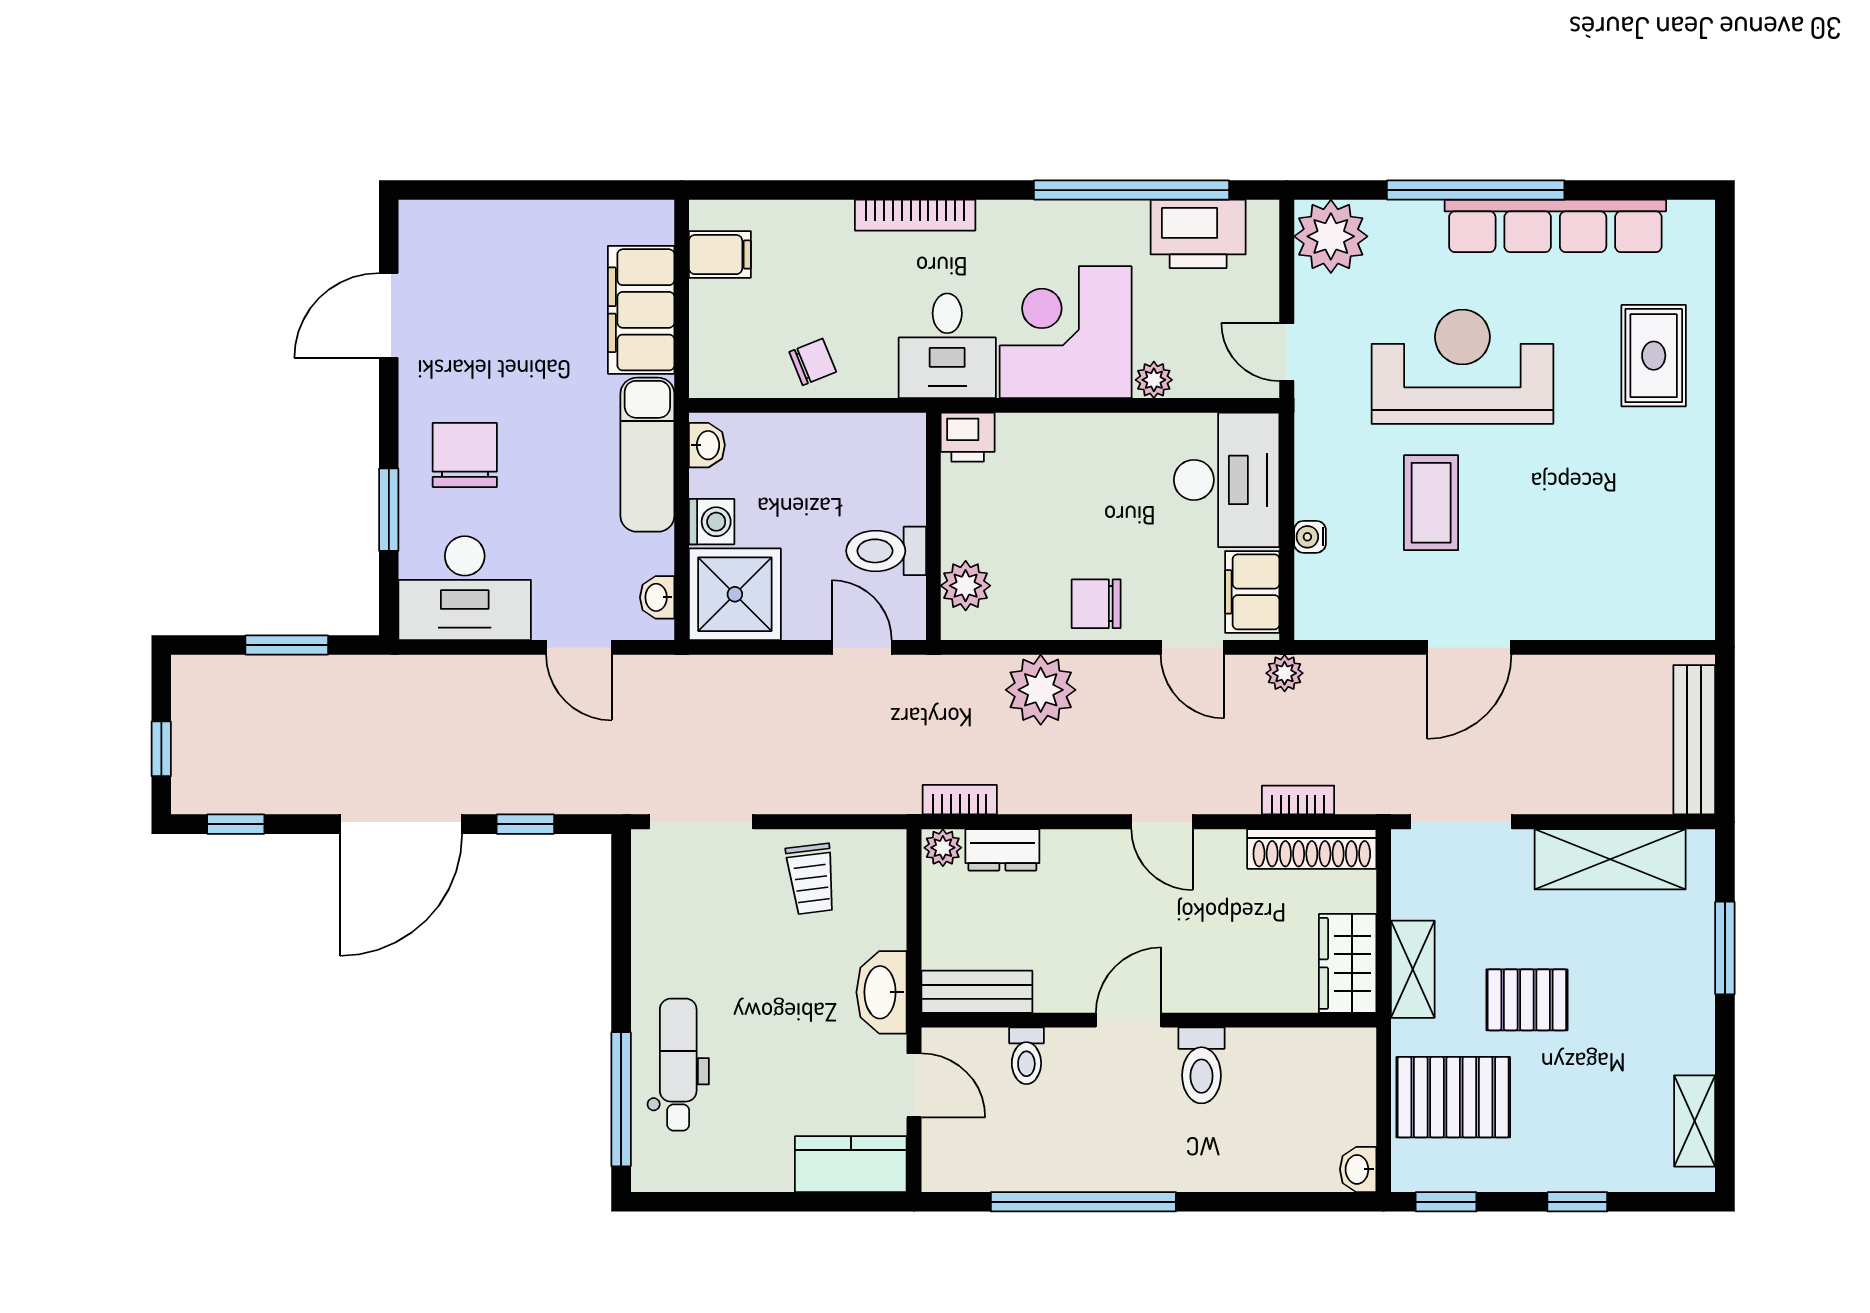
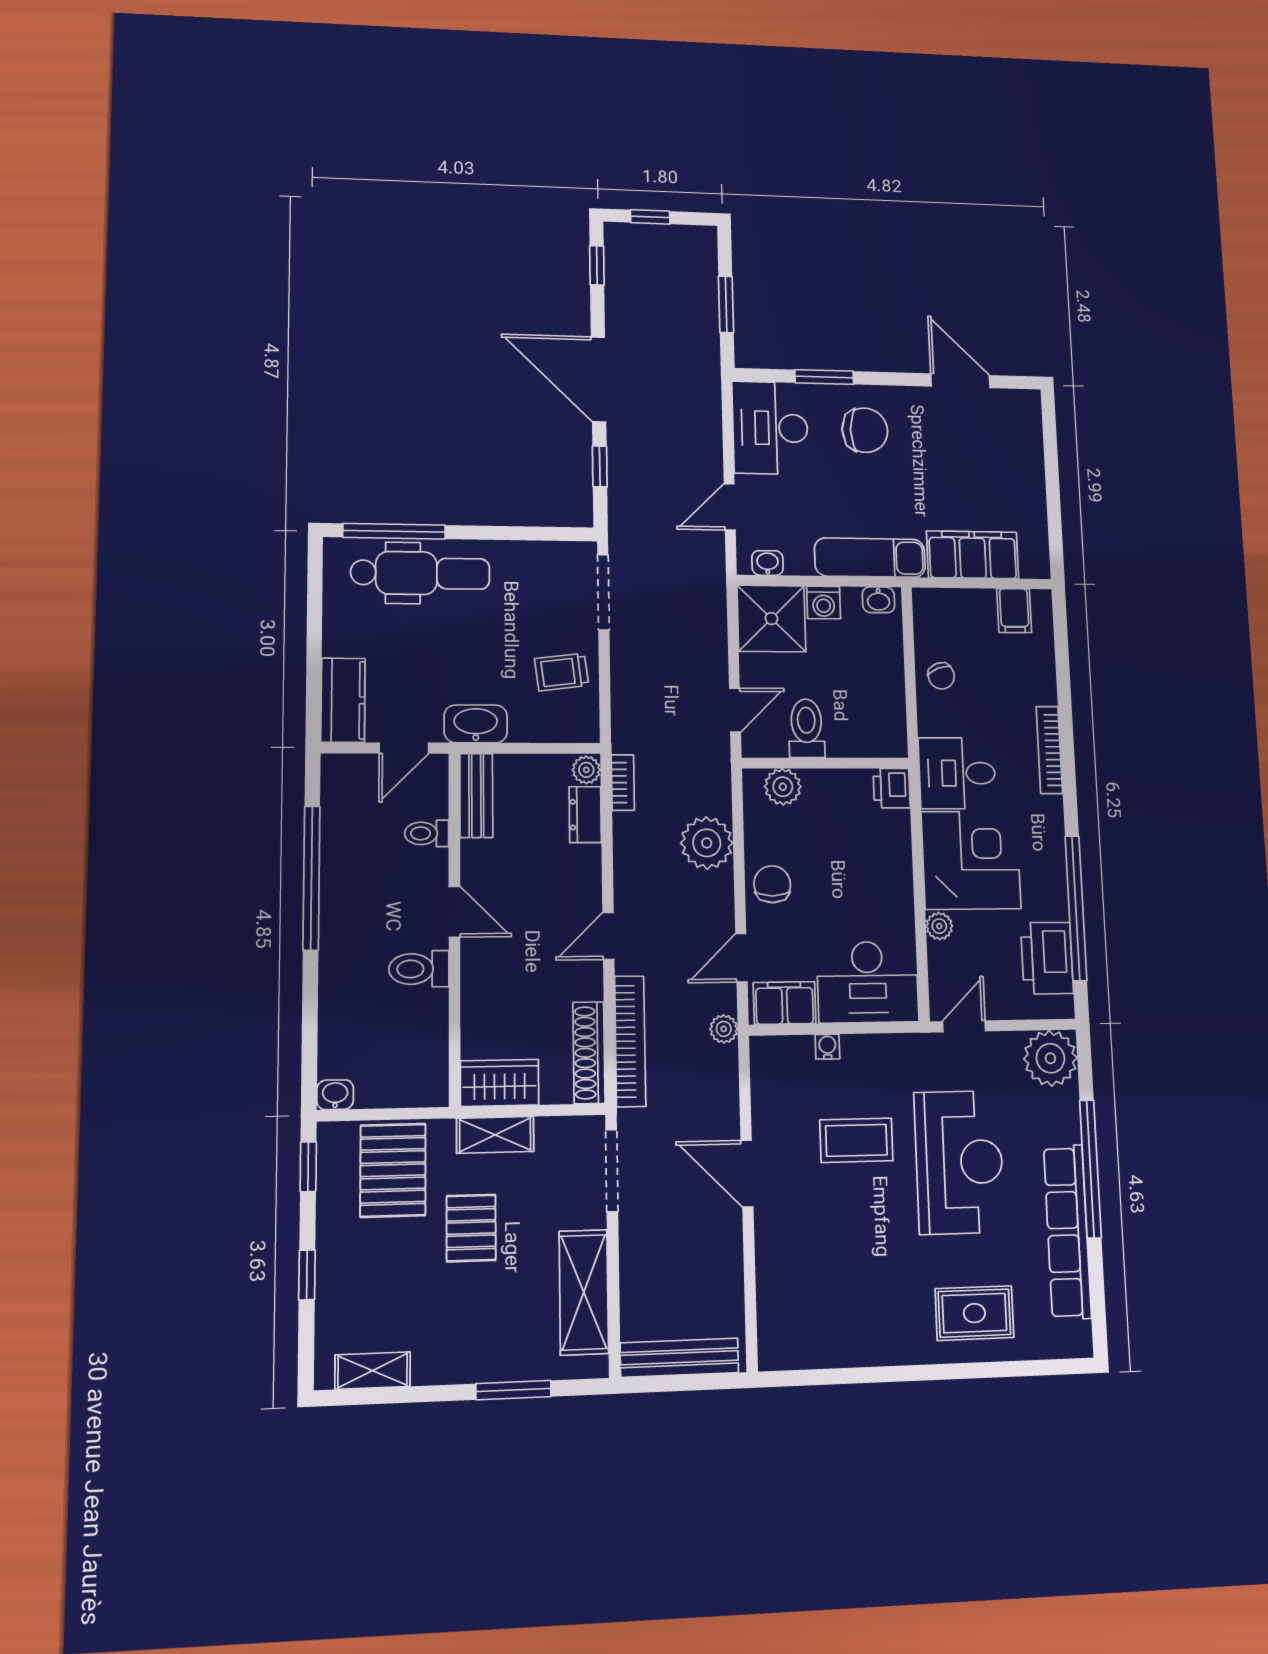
bookcase: (1298, 800) -> (630, 1041), width x2.31, depth x1.31
dental chair: (678, 1065) -> (420, 573), width x1.36, depth x1.38

